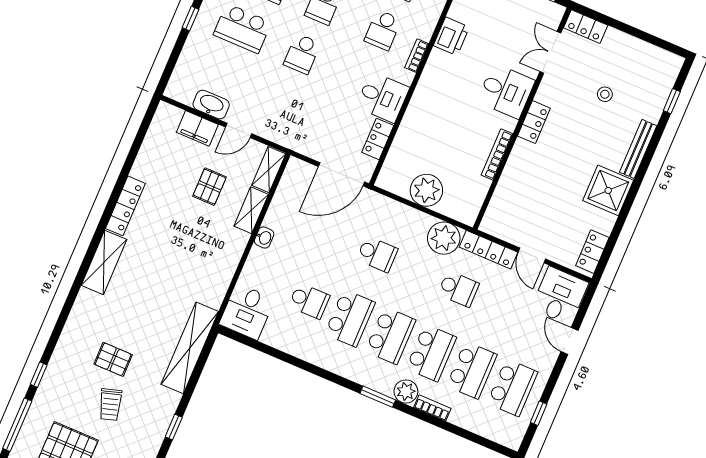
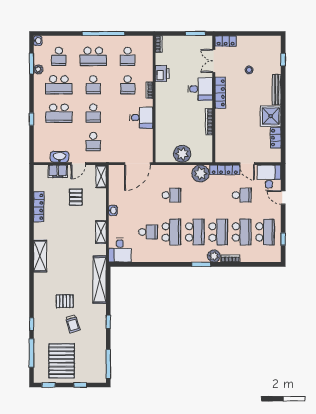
school desk: (281, 103) -> (93, 142), added
locker: (534, 122) -> (220, 93), width x1.53
locker: (378, 139) -> (148, 139), removed
locker: (125, 206) -> (39, 207), moved
shelving: (251, 210) -> (101, 232), moved
locker: (592, 252) -> (276, 138), moved
school desk: (458, 289) -> (242, 195), moved

